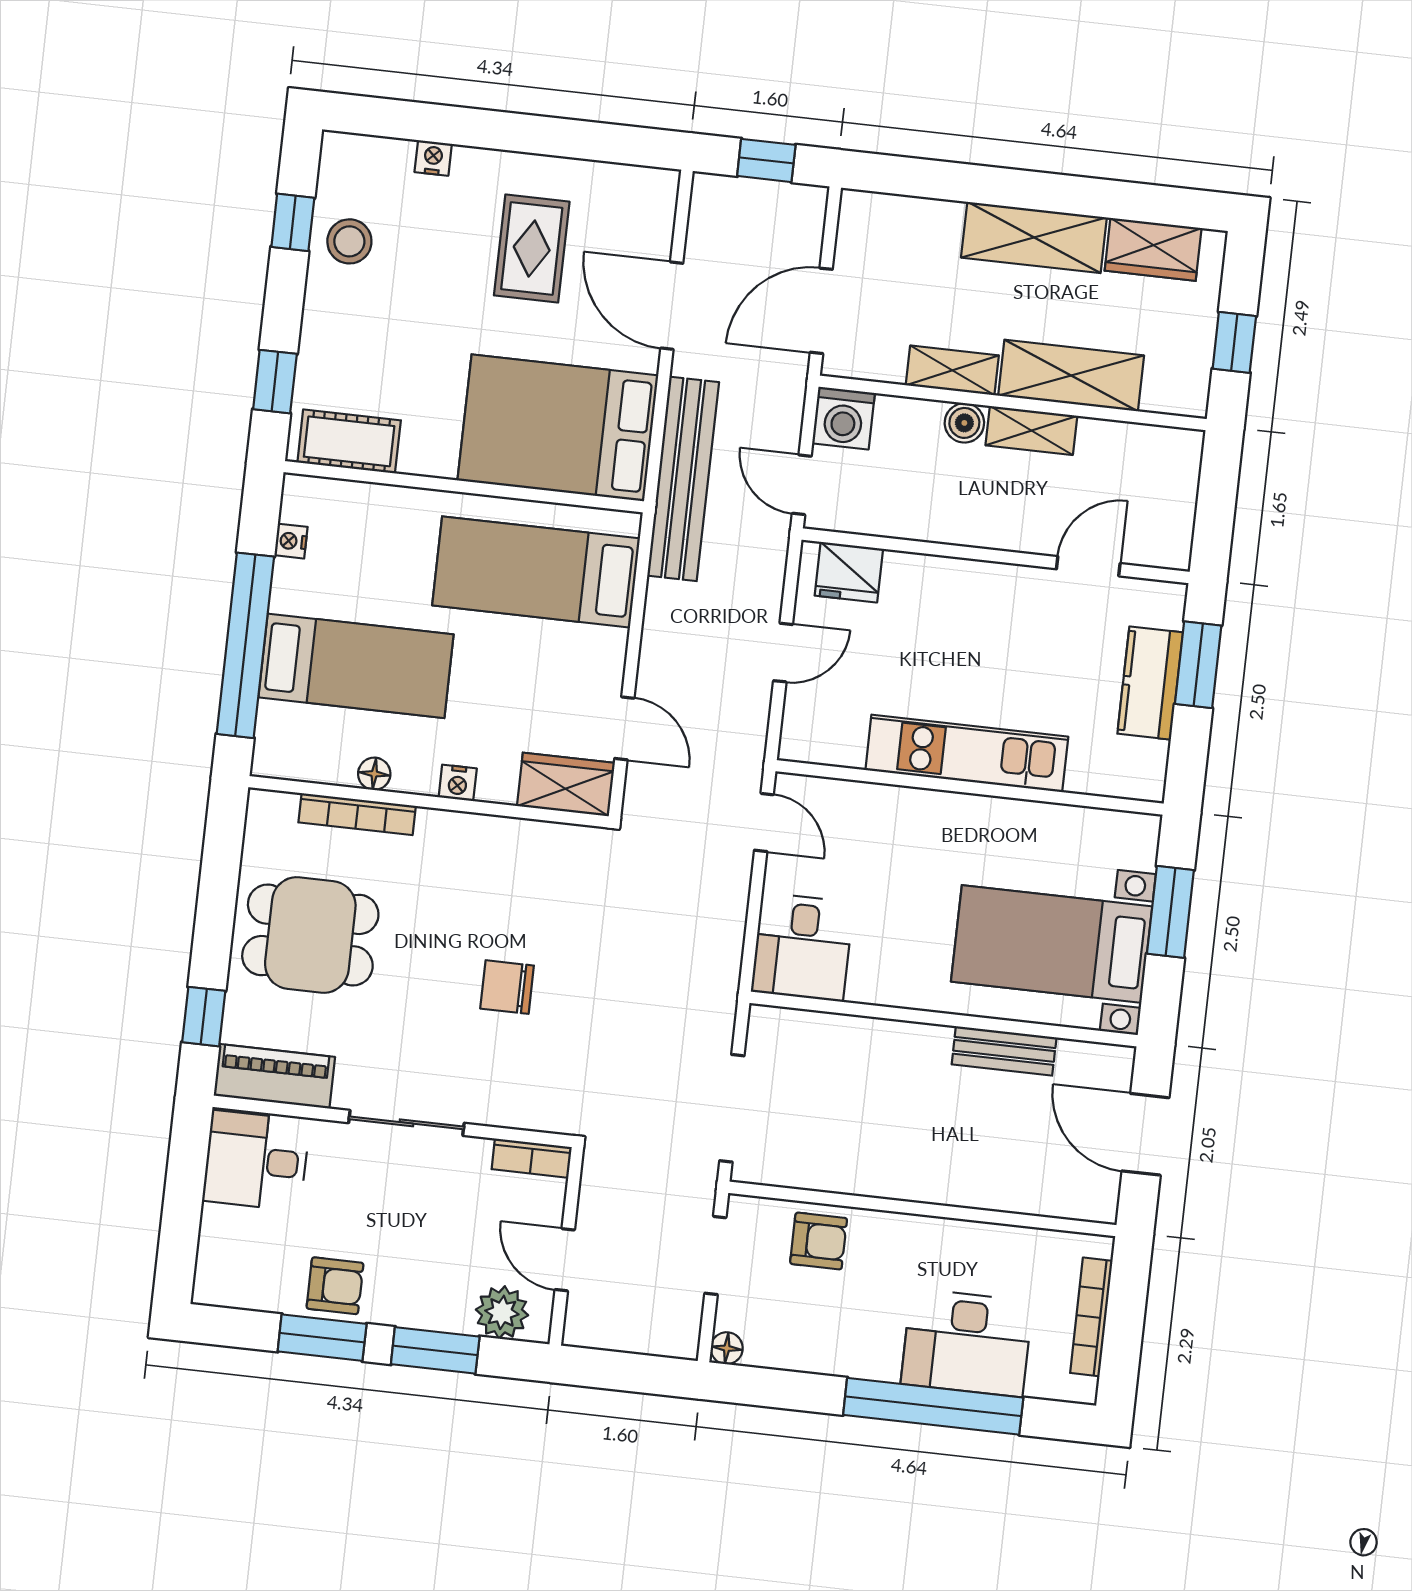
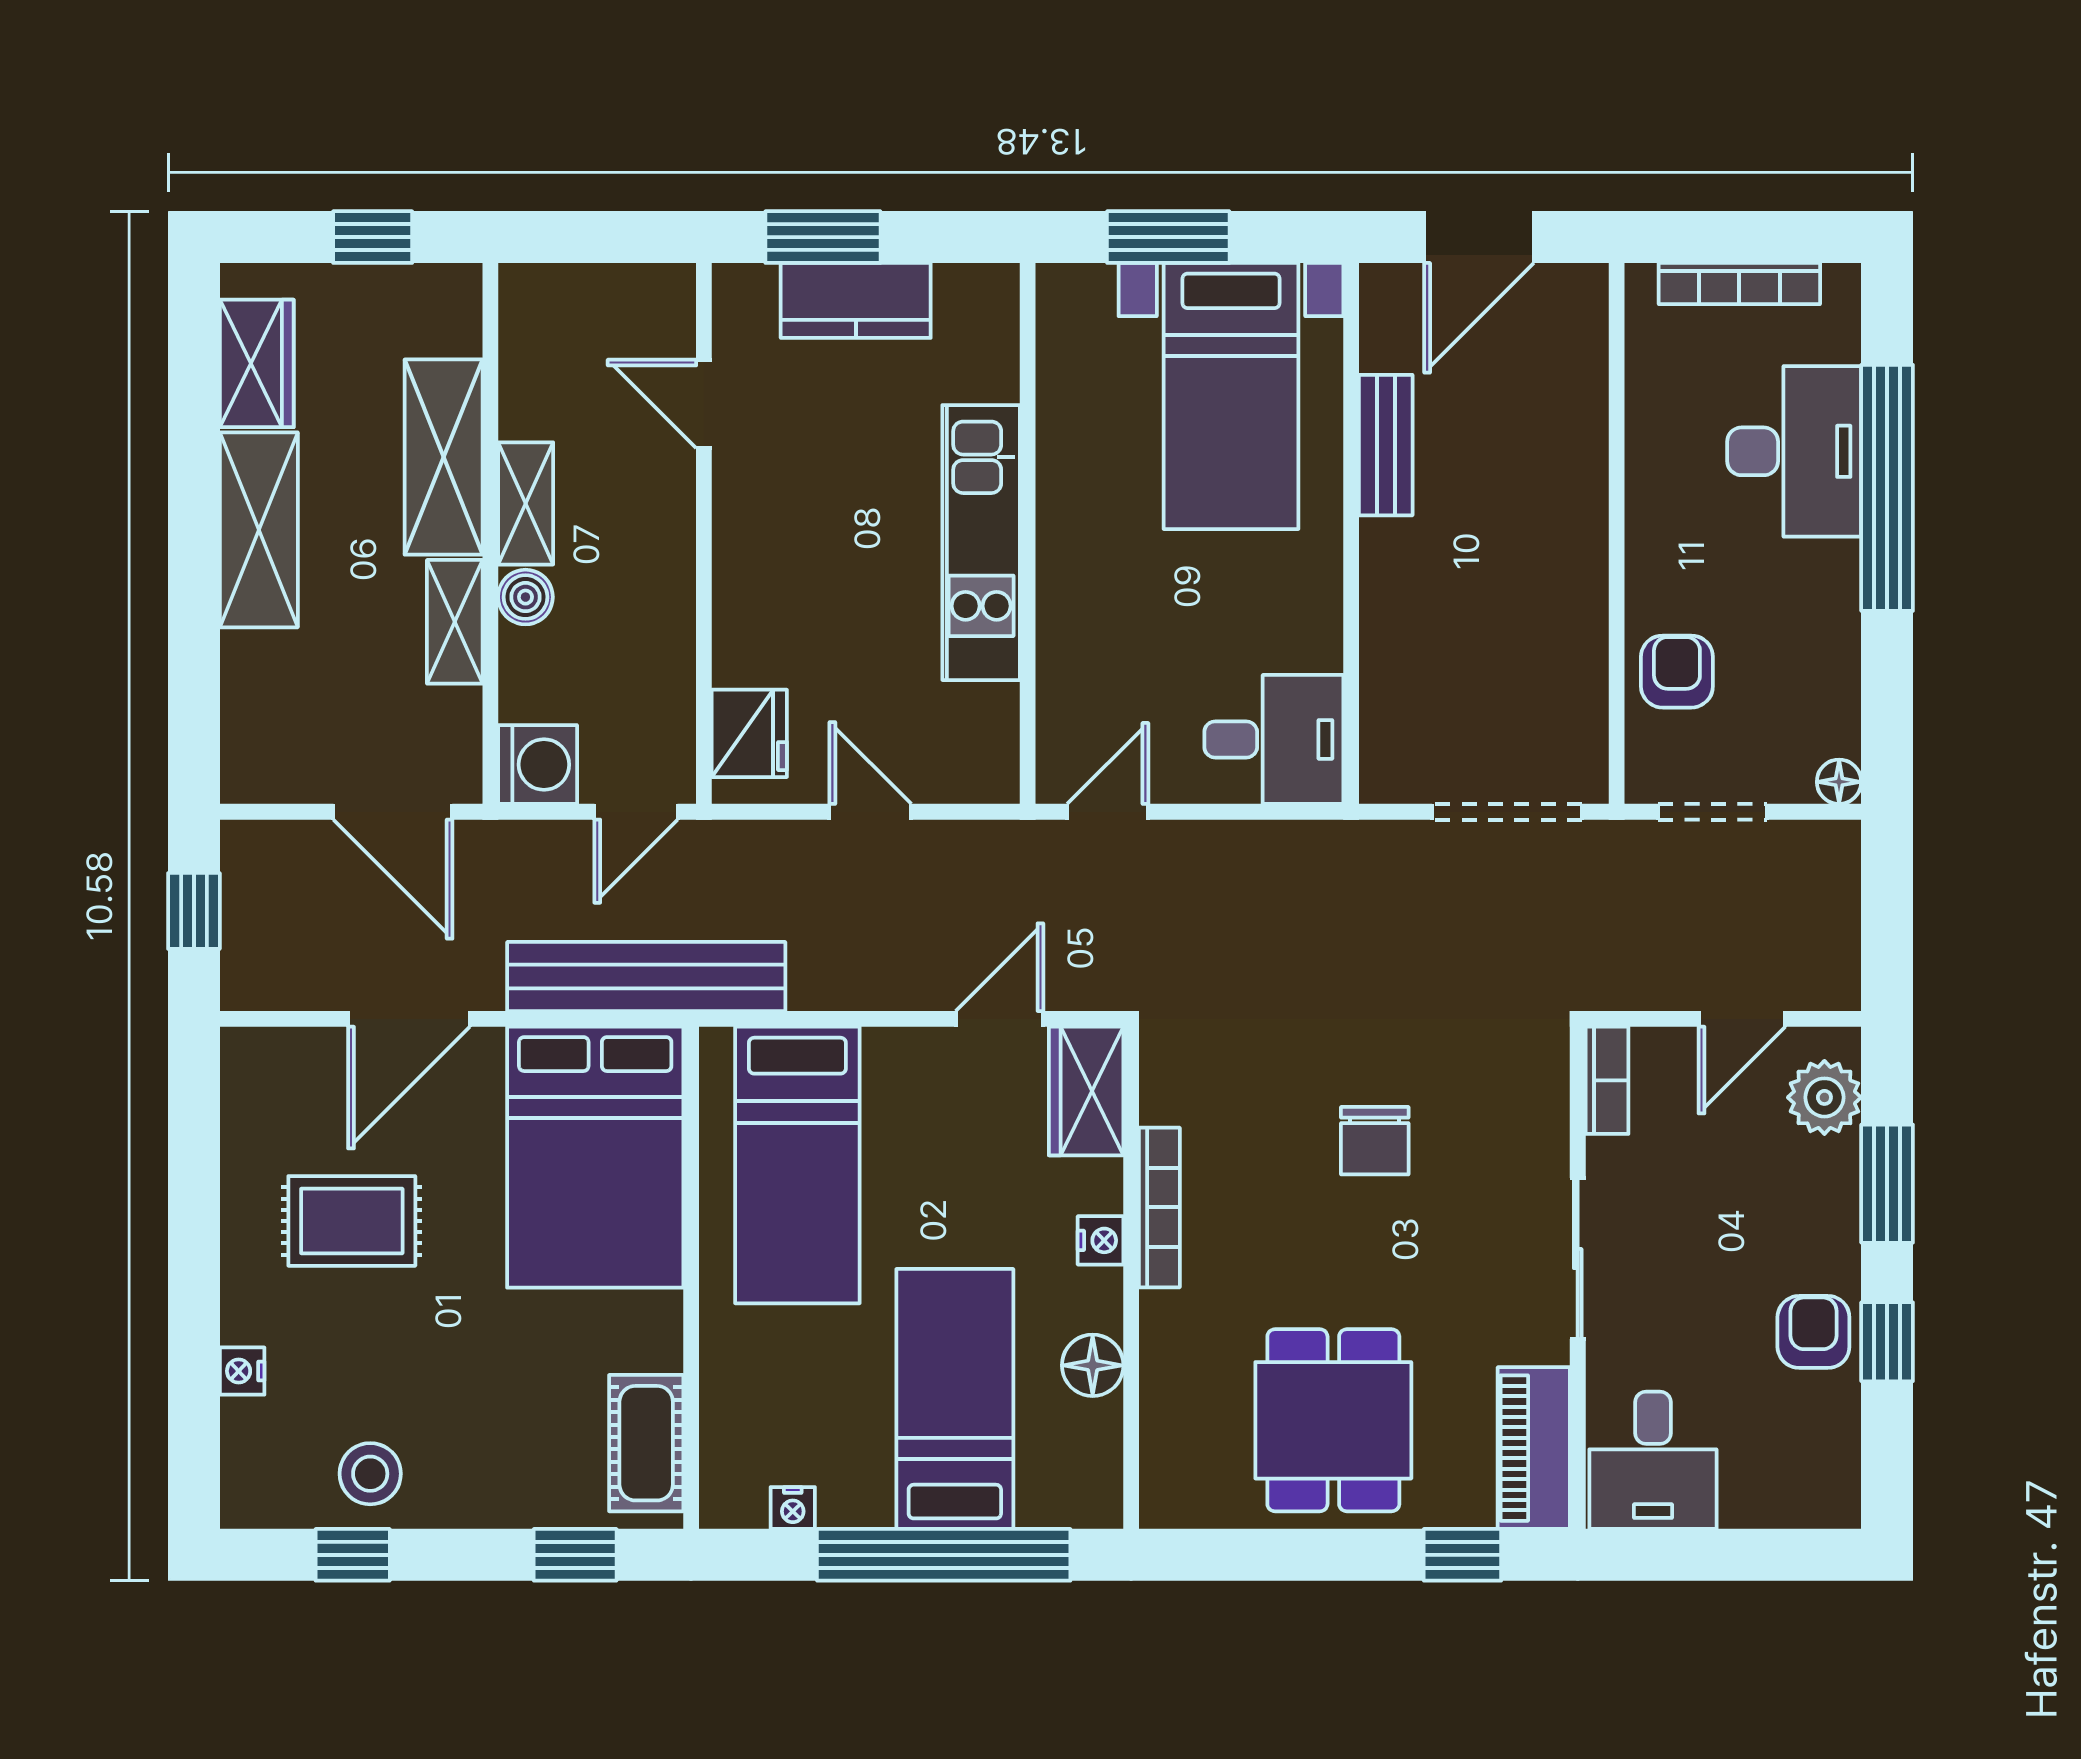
floor lamp: (374, 774) -> (1093, 1365), width x1.37, depth x1.37
bookcase: (357, 814) -> (1159, 1207), moved
window: (322, 1338) -> (1887, 1342), width x0.67

